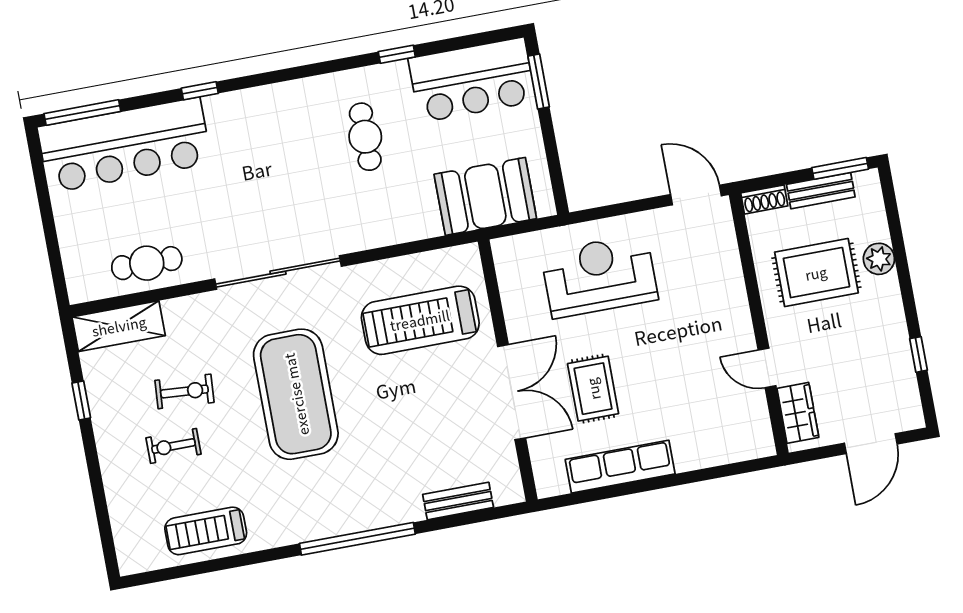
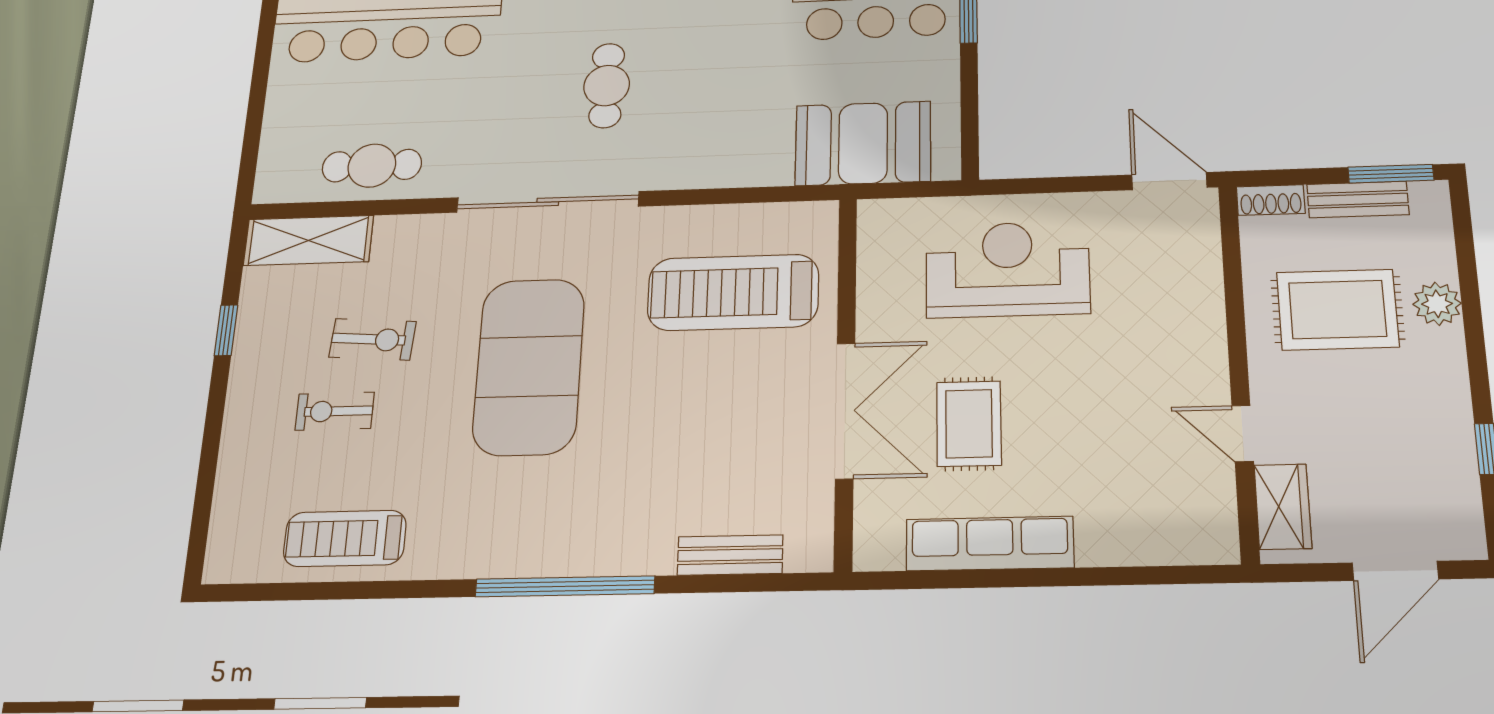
cafe table: (365, 137) -> (607, 86), moved

